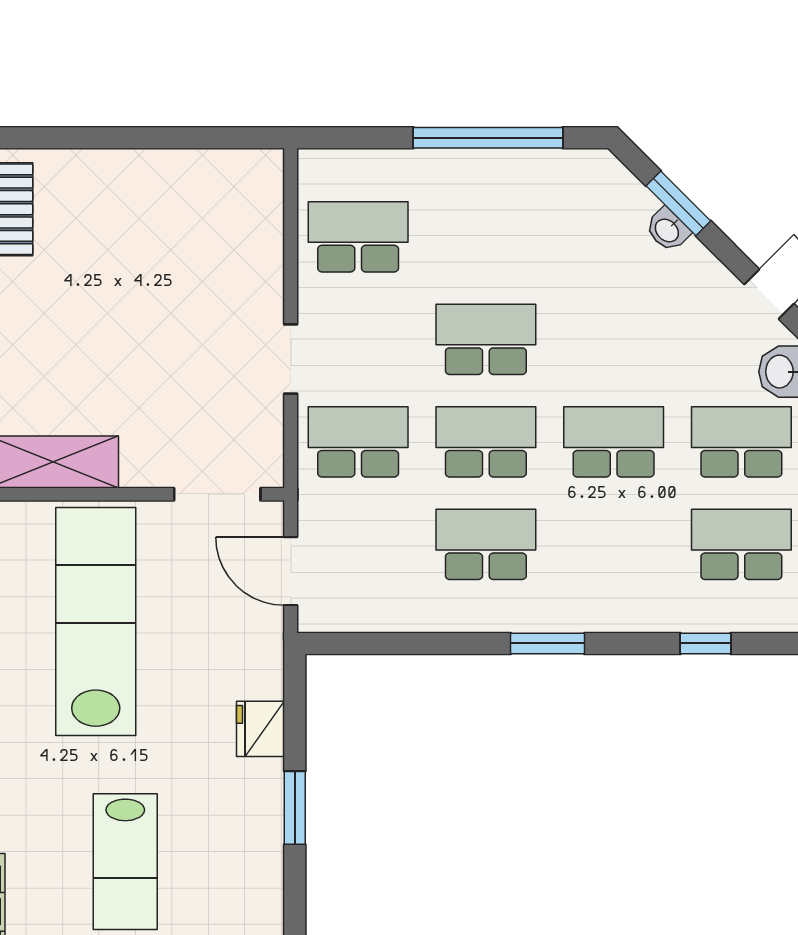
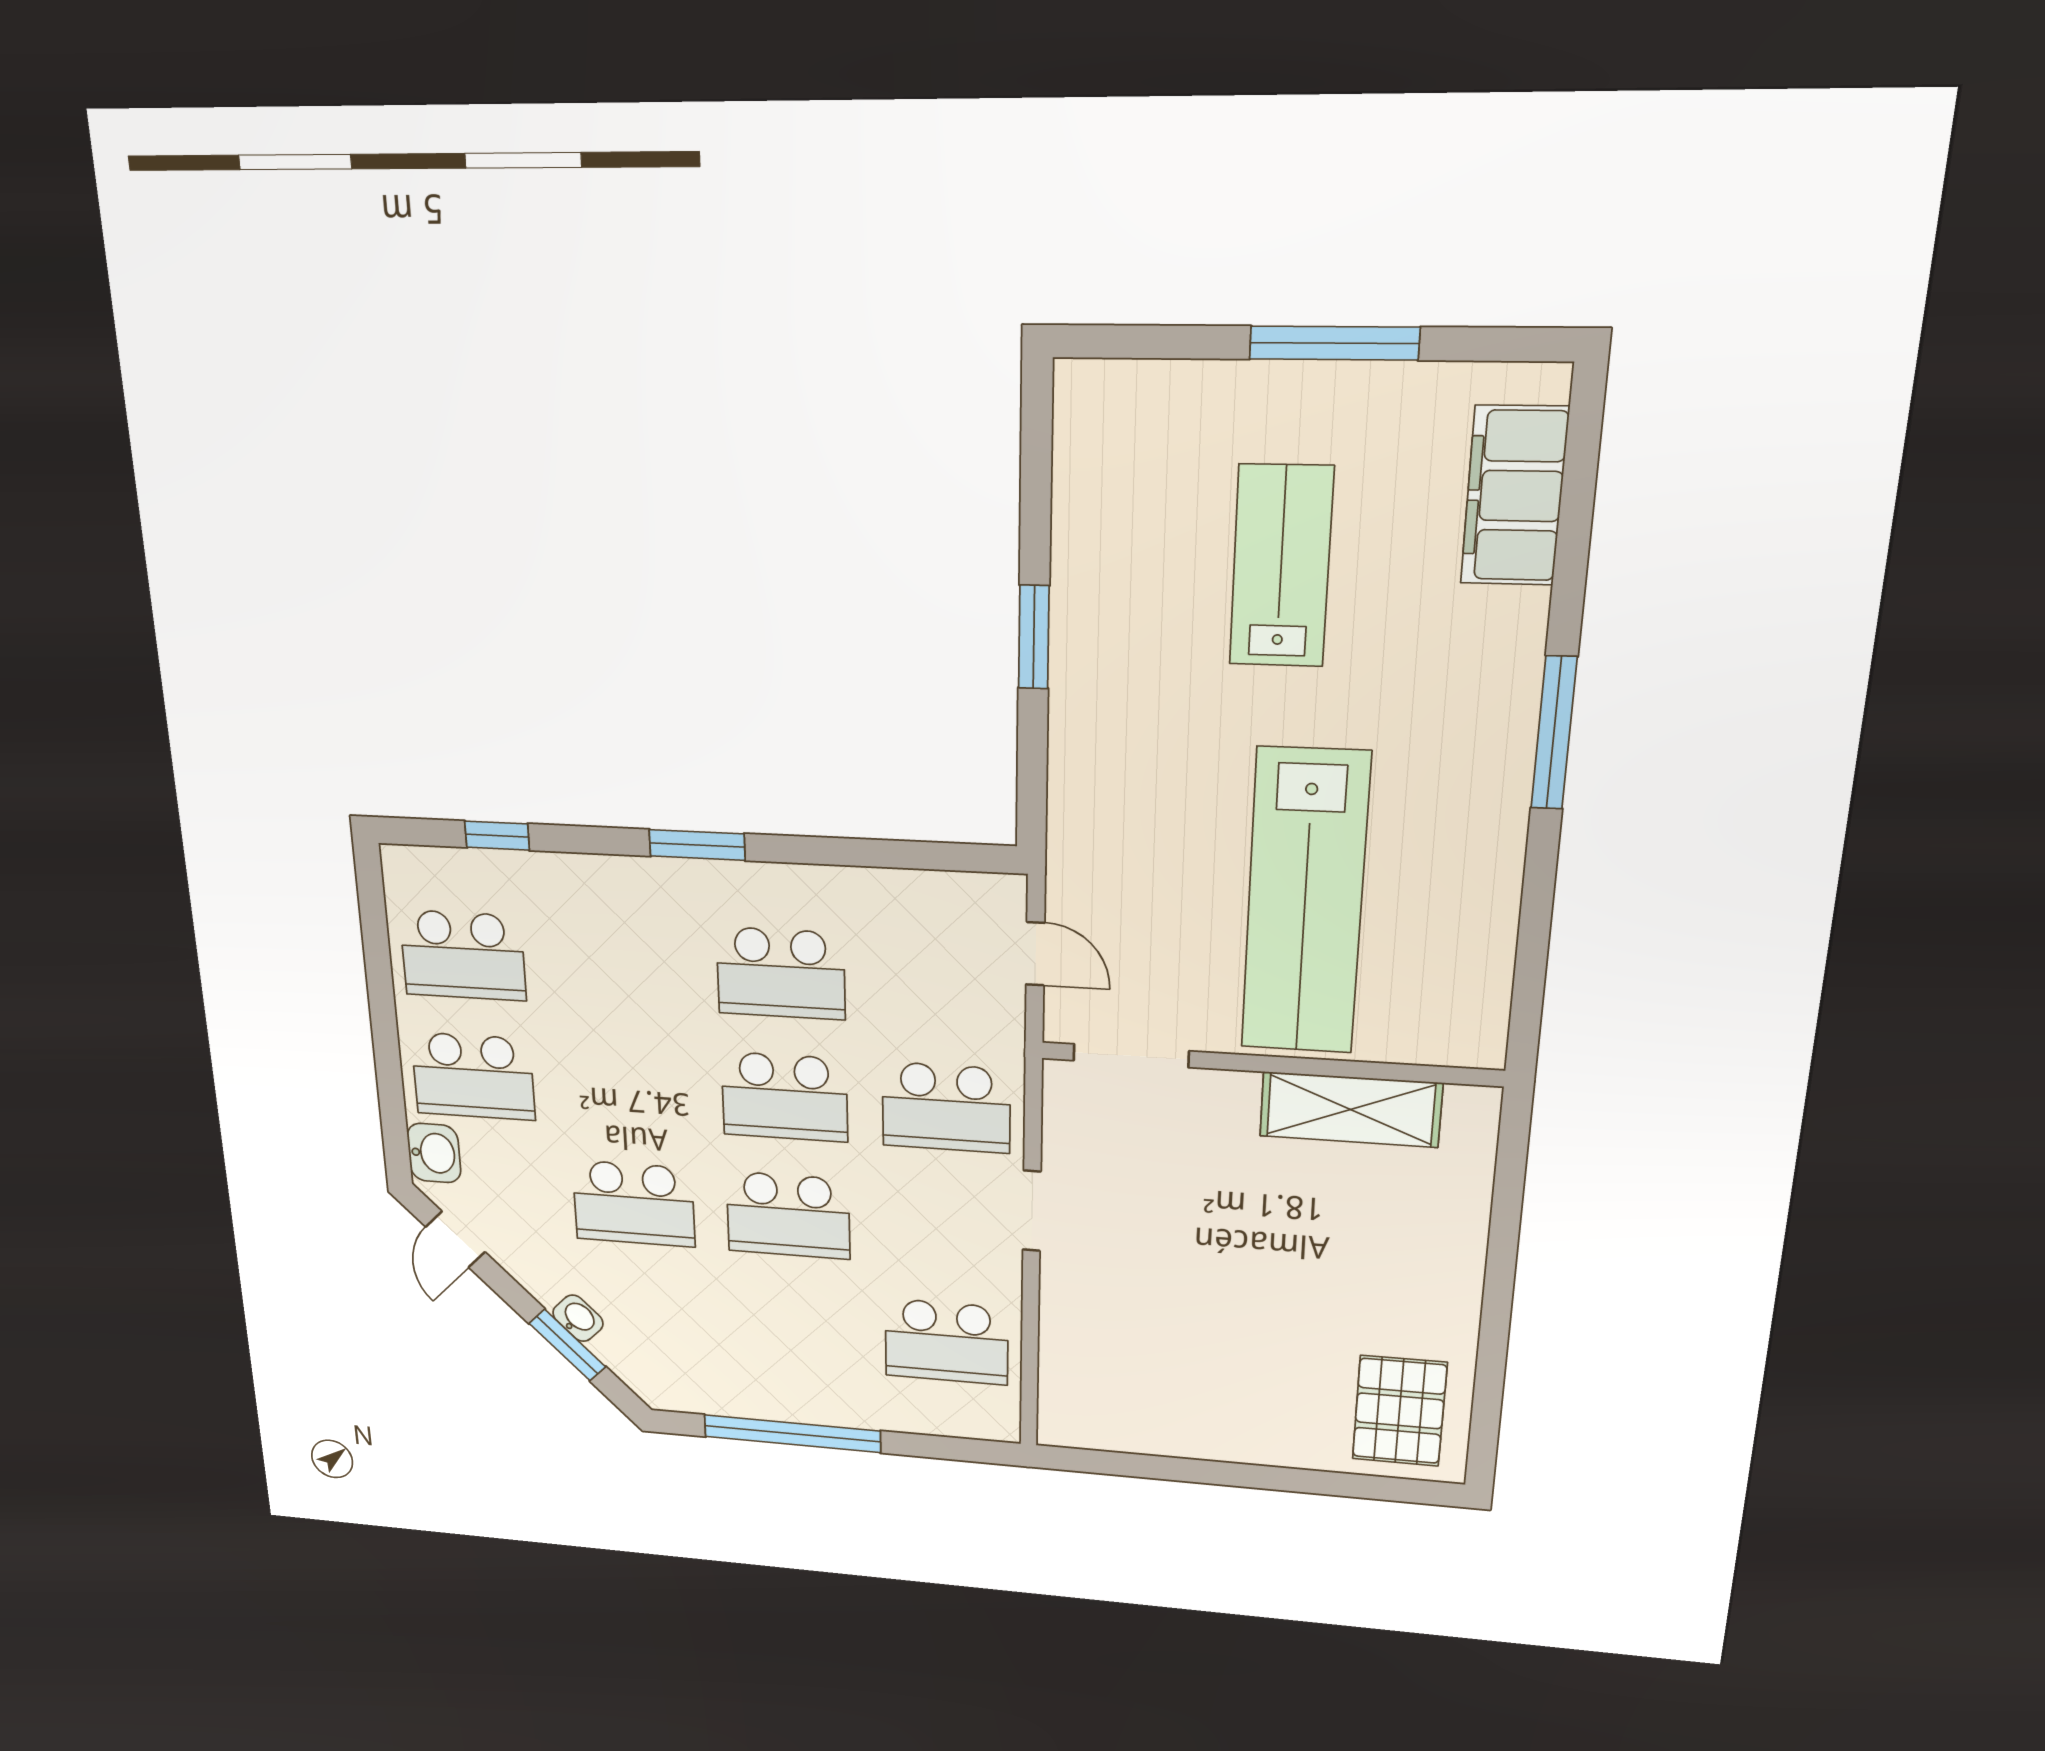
school desk: (614, 442) -> (634, 1204), moved
door: (291, 571) -> (1035, 954), width x0.73
fridge: (260, 729) -> (1080, 748), removed

